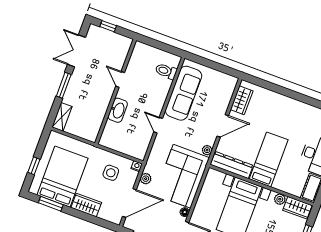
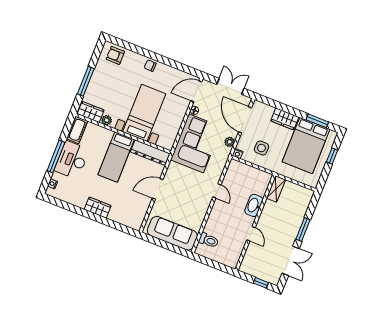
sofa: (184, 93) -> (172, 233), moved, turned 90
wardrobe: (242, 100) -> (98, 208), moved, turned 90
shelving: (62, 117) -> (276, 189), moved
plant: (207, 150) -> (173, 167), removed
door: (129, 203) -> (245, 120), hinge flipped

